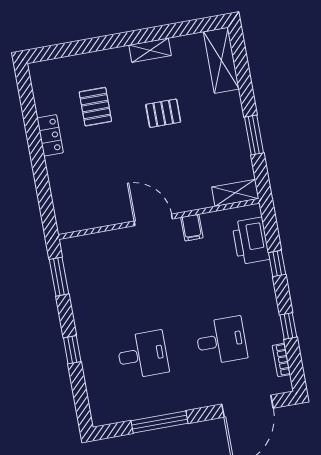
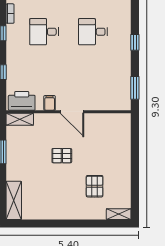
shelving: (150, 50) -> (119, 214), moved
pallet: (163, 113) -> (62, 156), moved
locker: (50, 135) -> (125, 174), removed
printer: (251, 241) -> (22, 101), moved, turned -90

